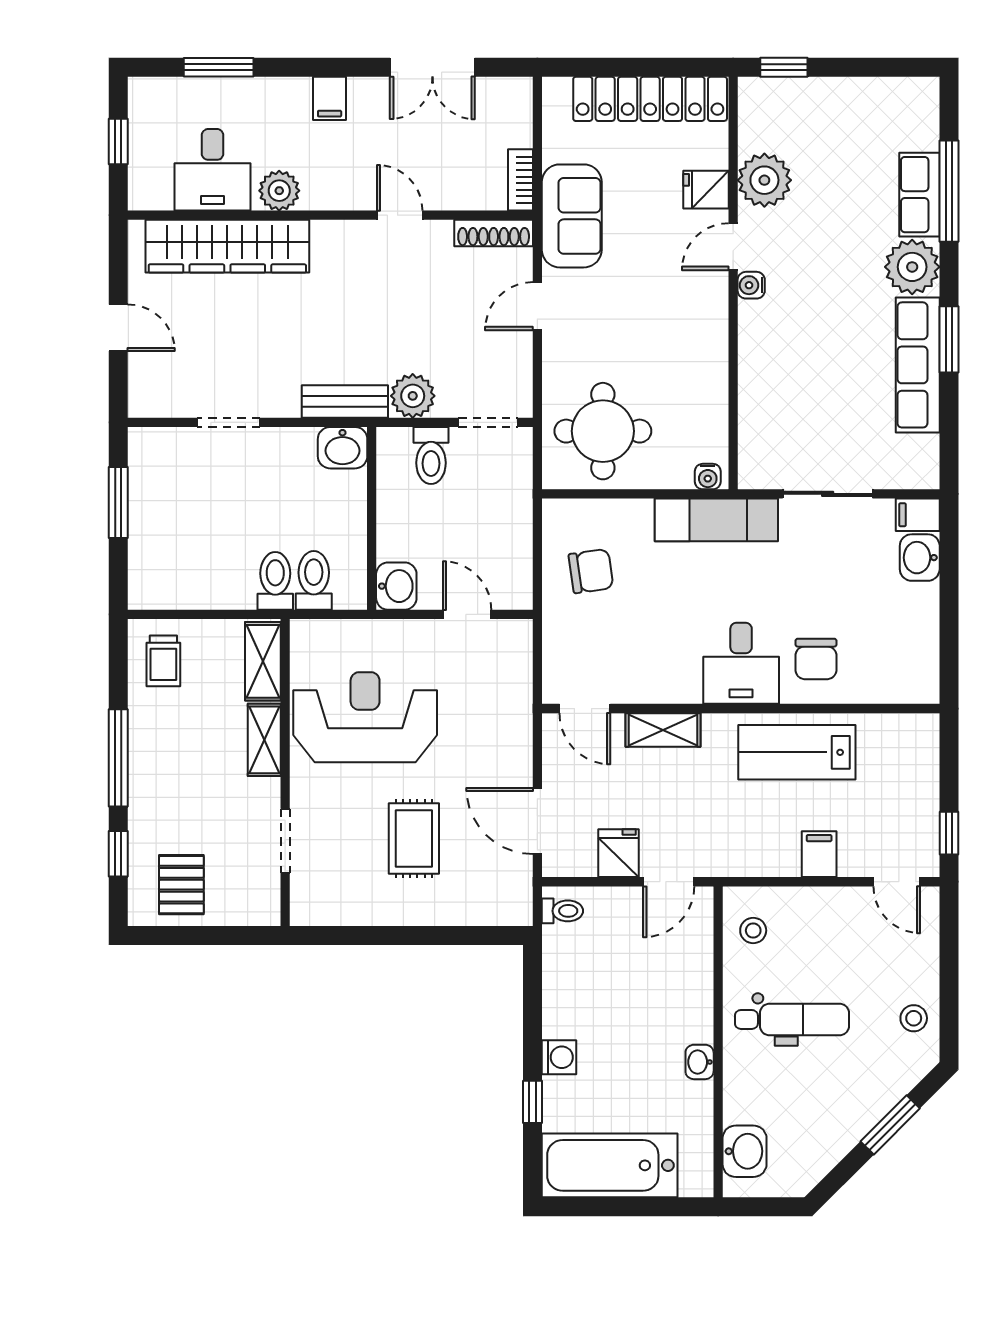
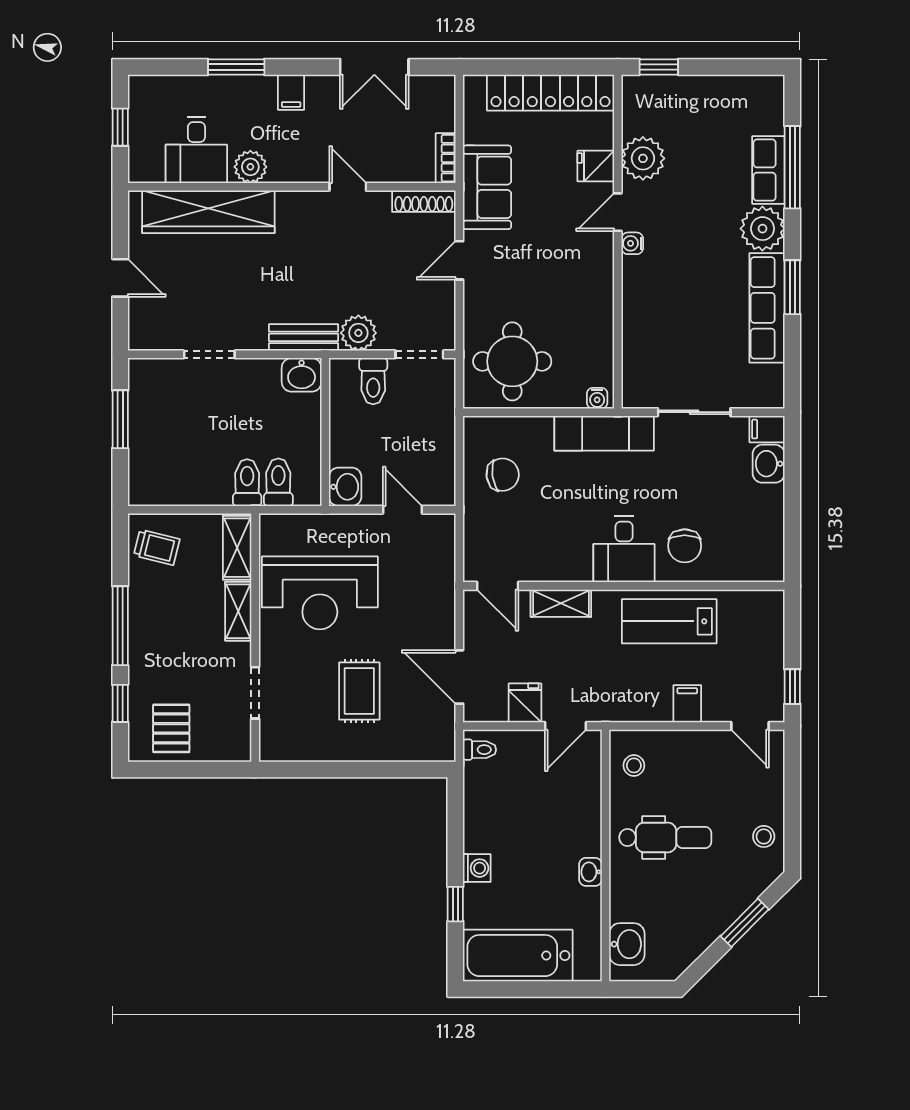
window: (219, 67) -> (236, 67), moved
trolley: (163, 661) -> (157, 547), turned -76
reception desk: (365, 717) -> (320, 593), turned 180

